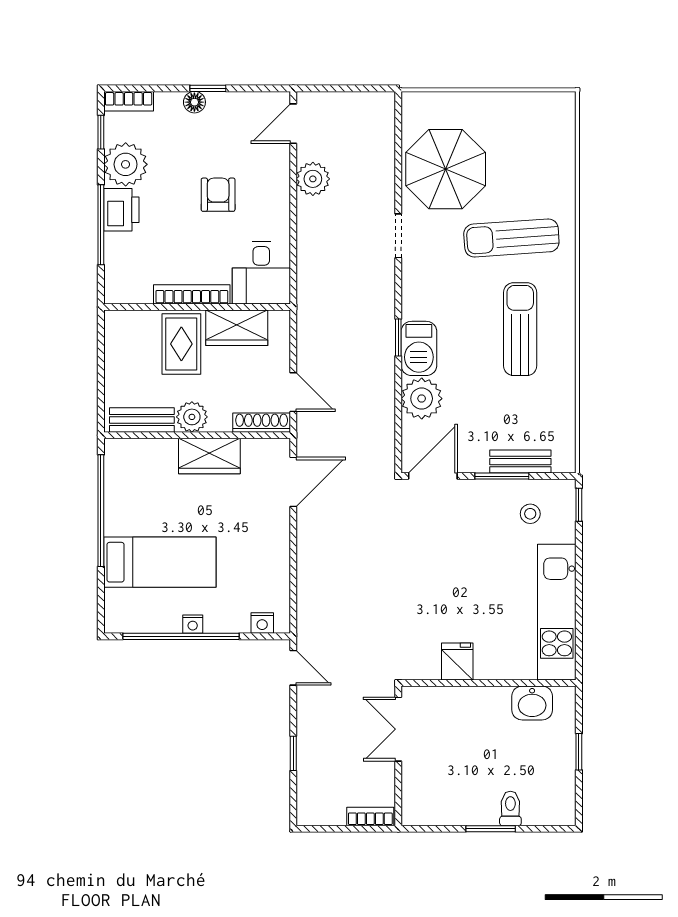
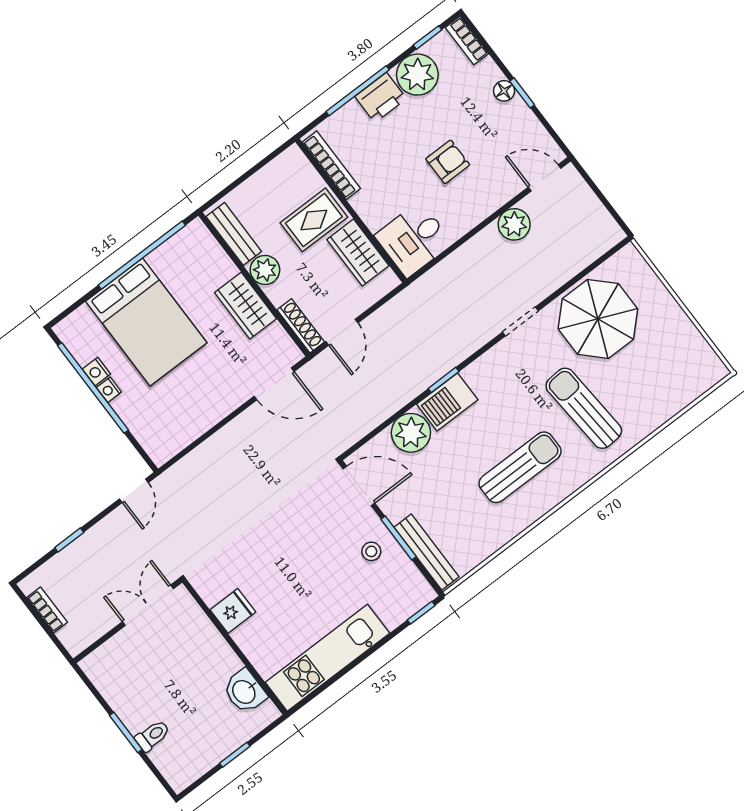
bookcase: (192, 294) -> (331, 165), moved
bench: (520, 462) -> (427, 552), width x1.36
stool: (530, 514) -> (371, 551), moved
bed: (160, 562) -> (146, 322), width x1.50
nightstand: (262, 623) -> (96, 371), moved
bookcase: (370, 817) -> (47, 610), moved

